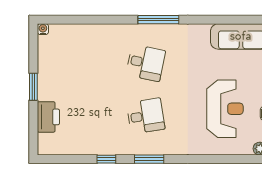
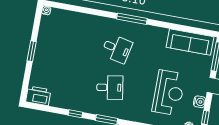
printer: (48, 117) -> (38, 96), moved, turned -90

